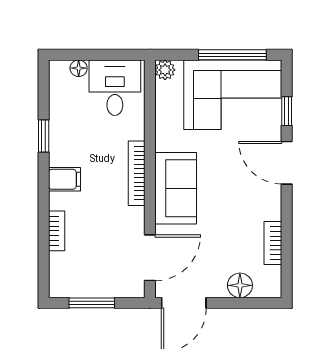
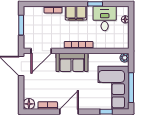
desk: (115, 88) -> (105, 18), moved, turned -90
door: (287, 163) -> (69, 112), moved
filing cabinet: (65, 179) -> (76, 13), width x2.00
door: (150, 258) -> (41, 51), hinge flipped
floor lamp: (240, 285) -> (29, 104), moved

